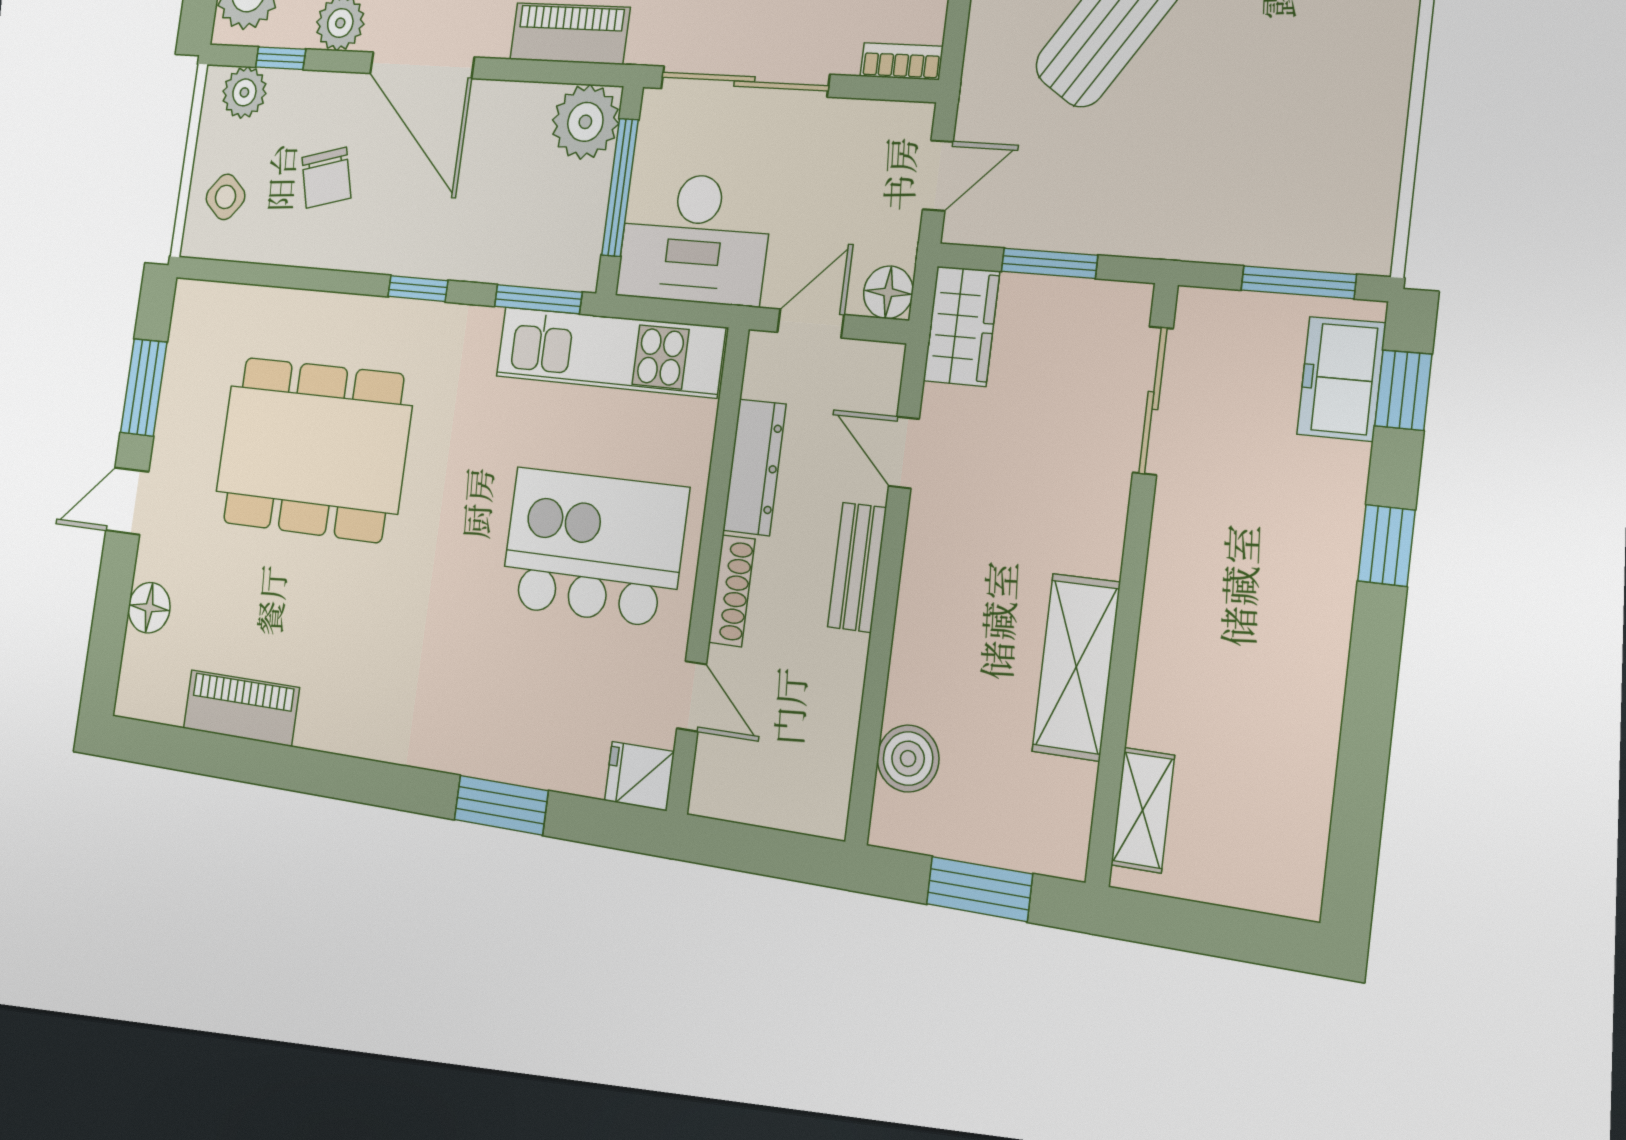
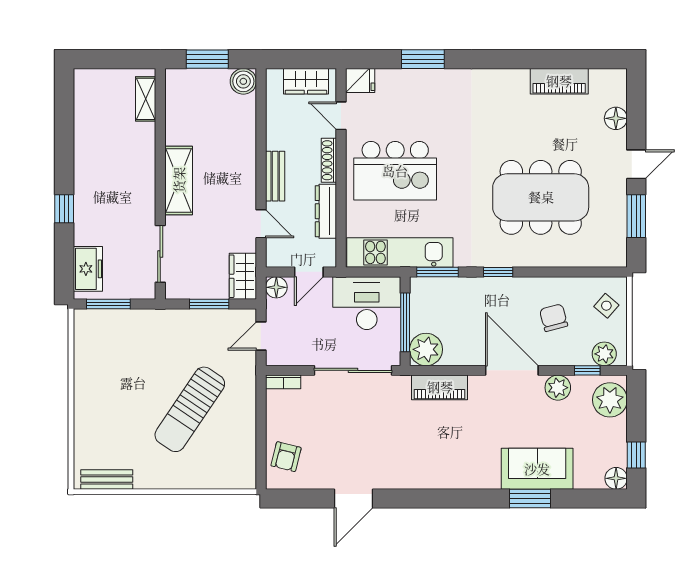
window: (1403, 390) -> (64, 267), removed
shelving: (1076, 667) -> (179, 180), moved
boiler: (908, 759) -> (243, 81), moved
wardrobe: (758, 794) -> (306, 81), added

